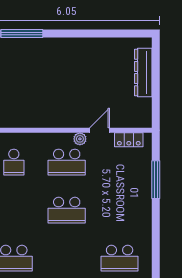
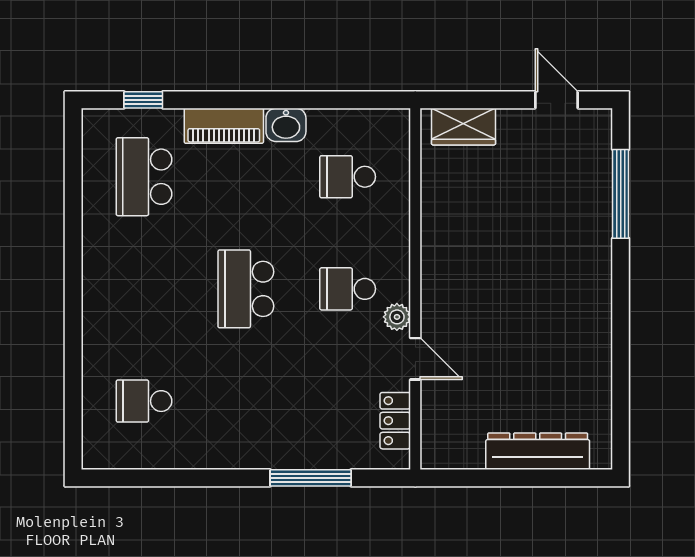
school desk: (67, 162) -> (348, 289), width x0.54
school desk: (120, 258) -> (144, 401), width x0.54

